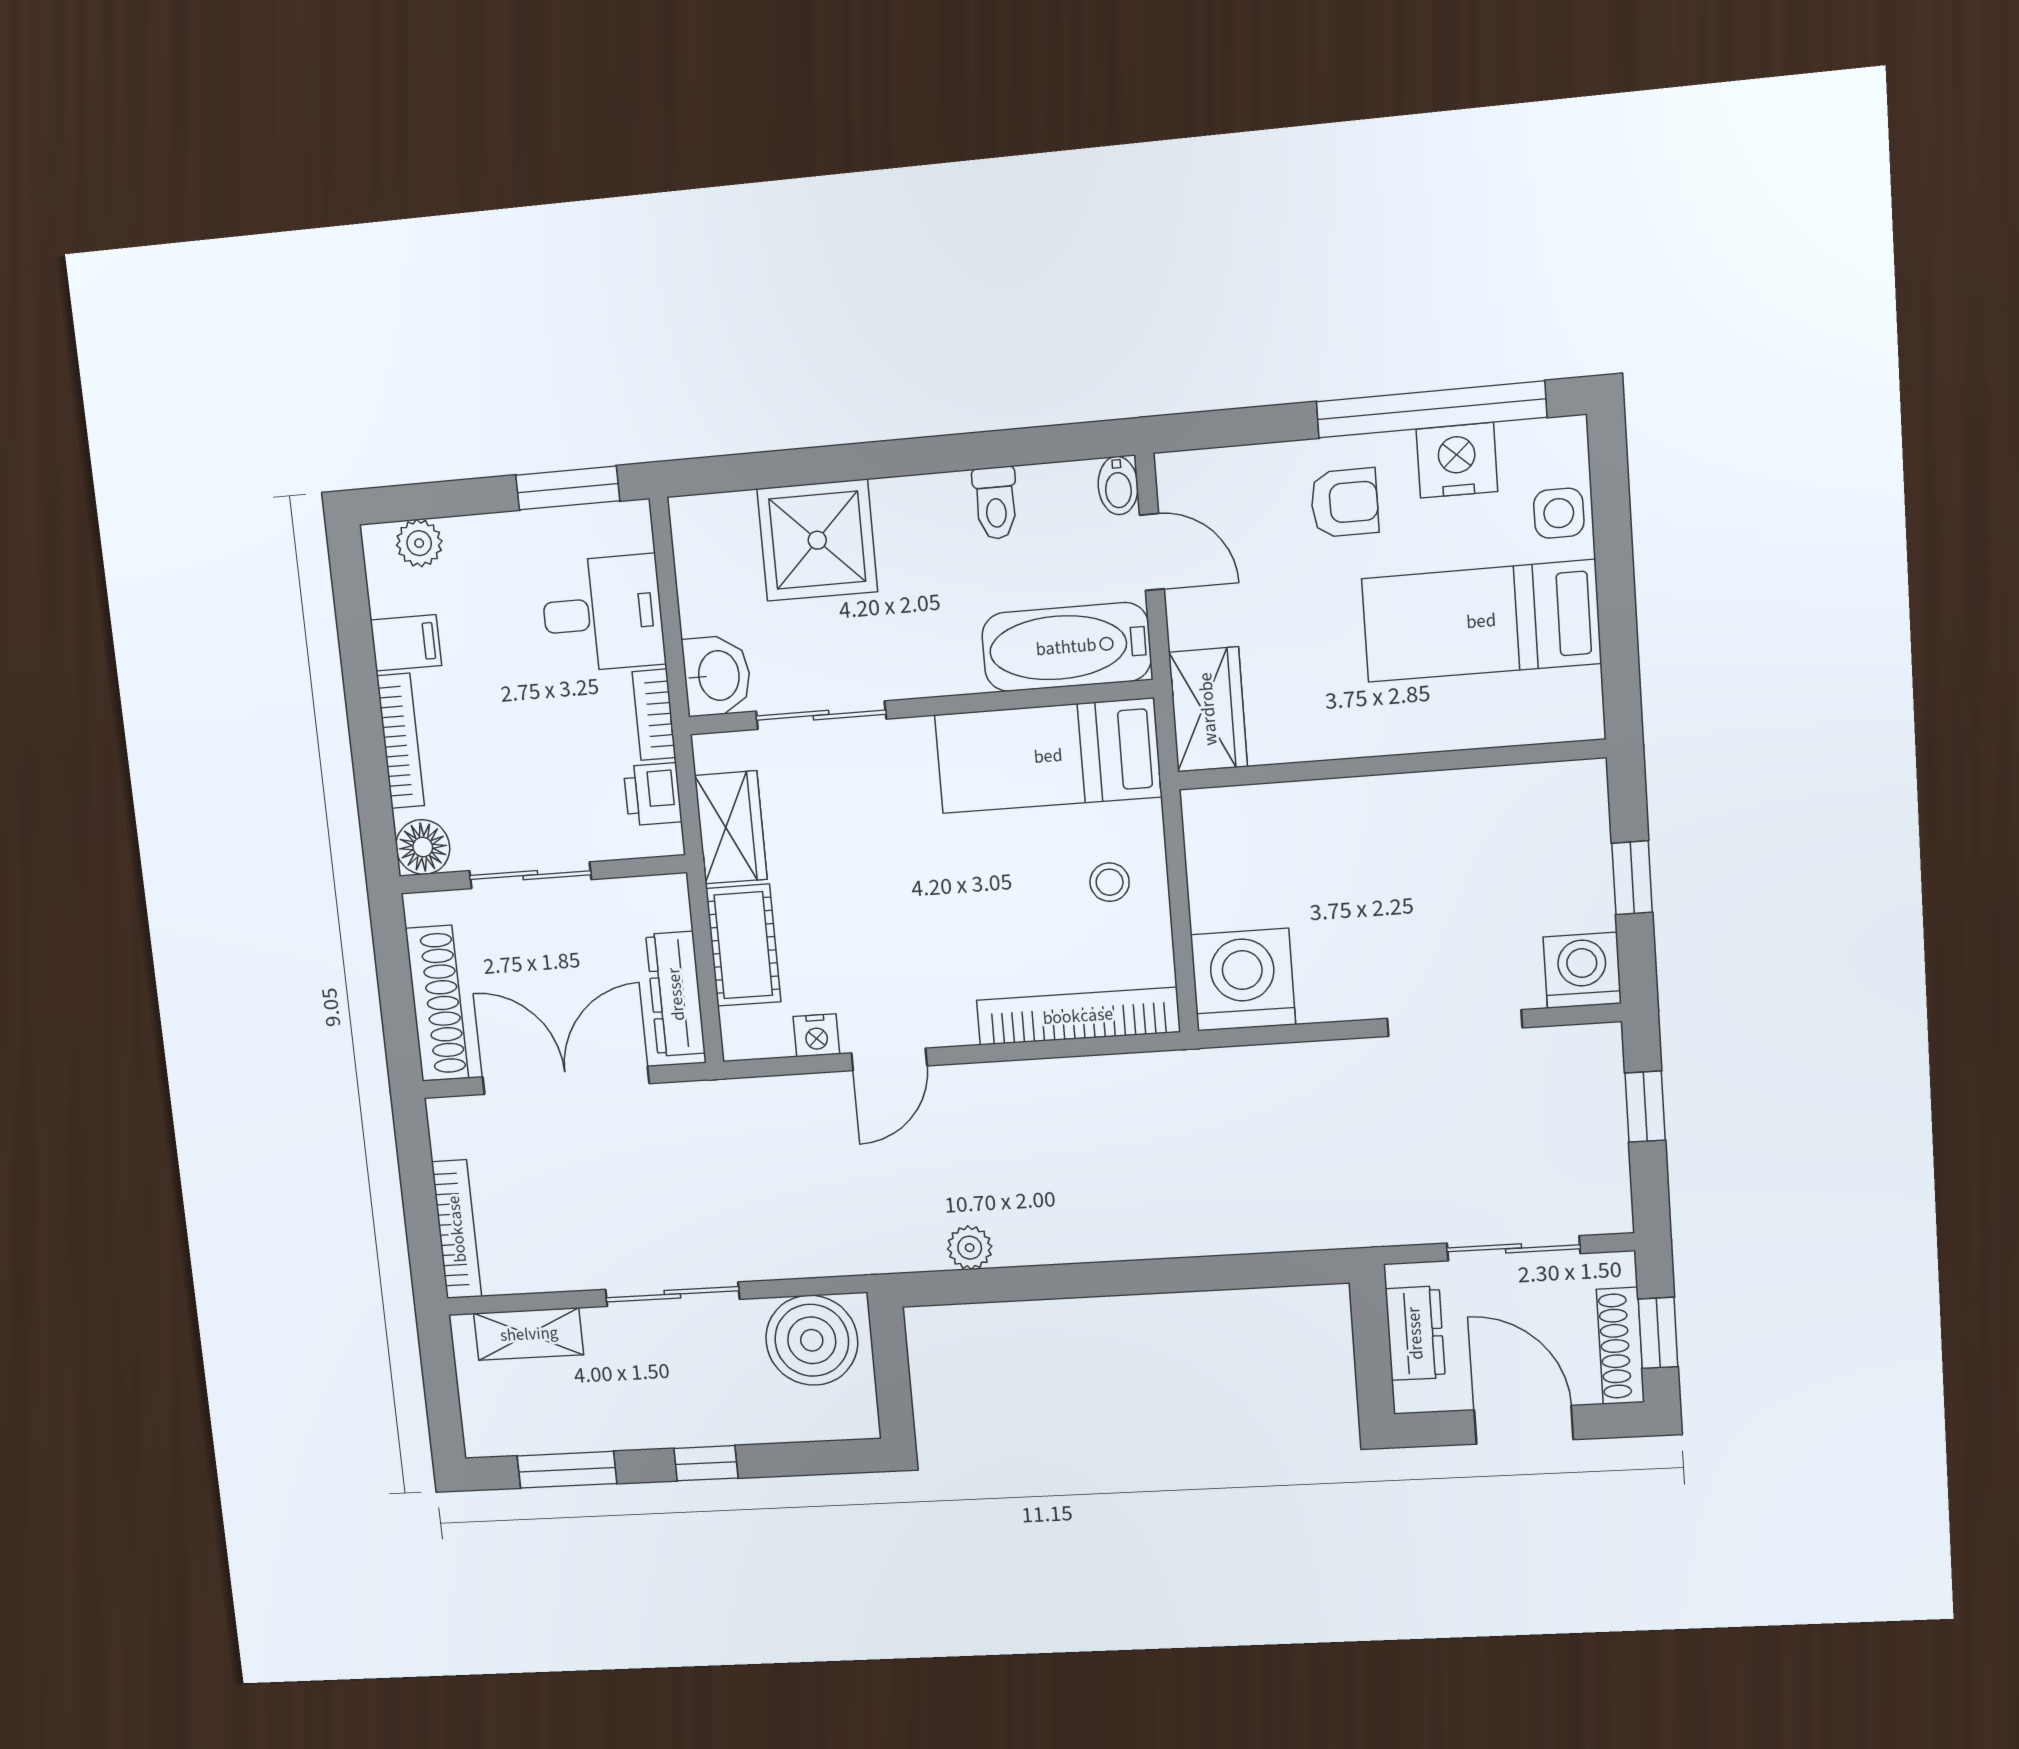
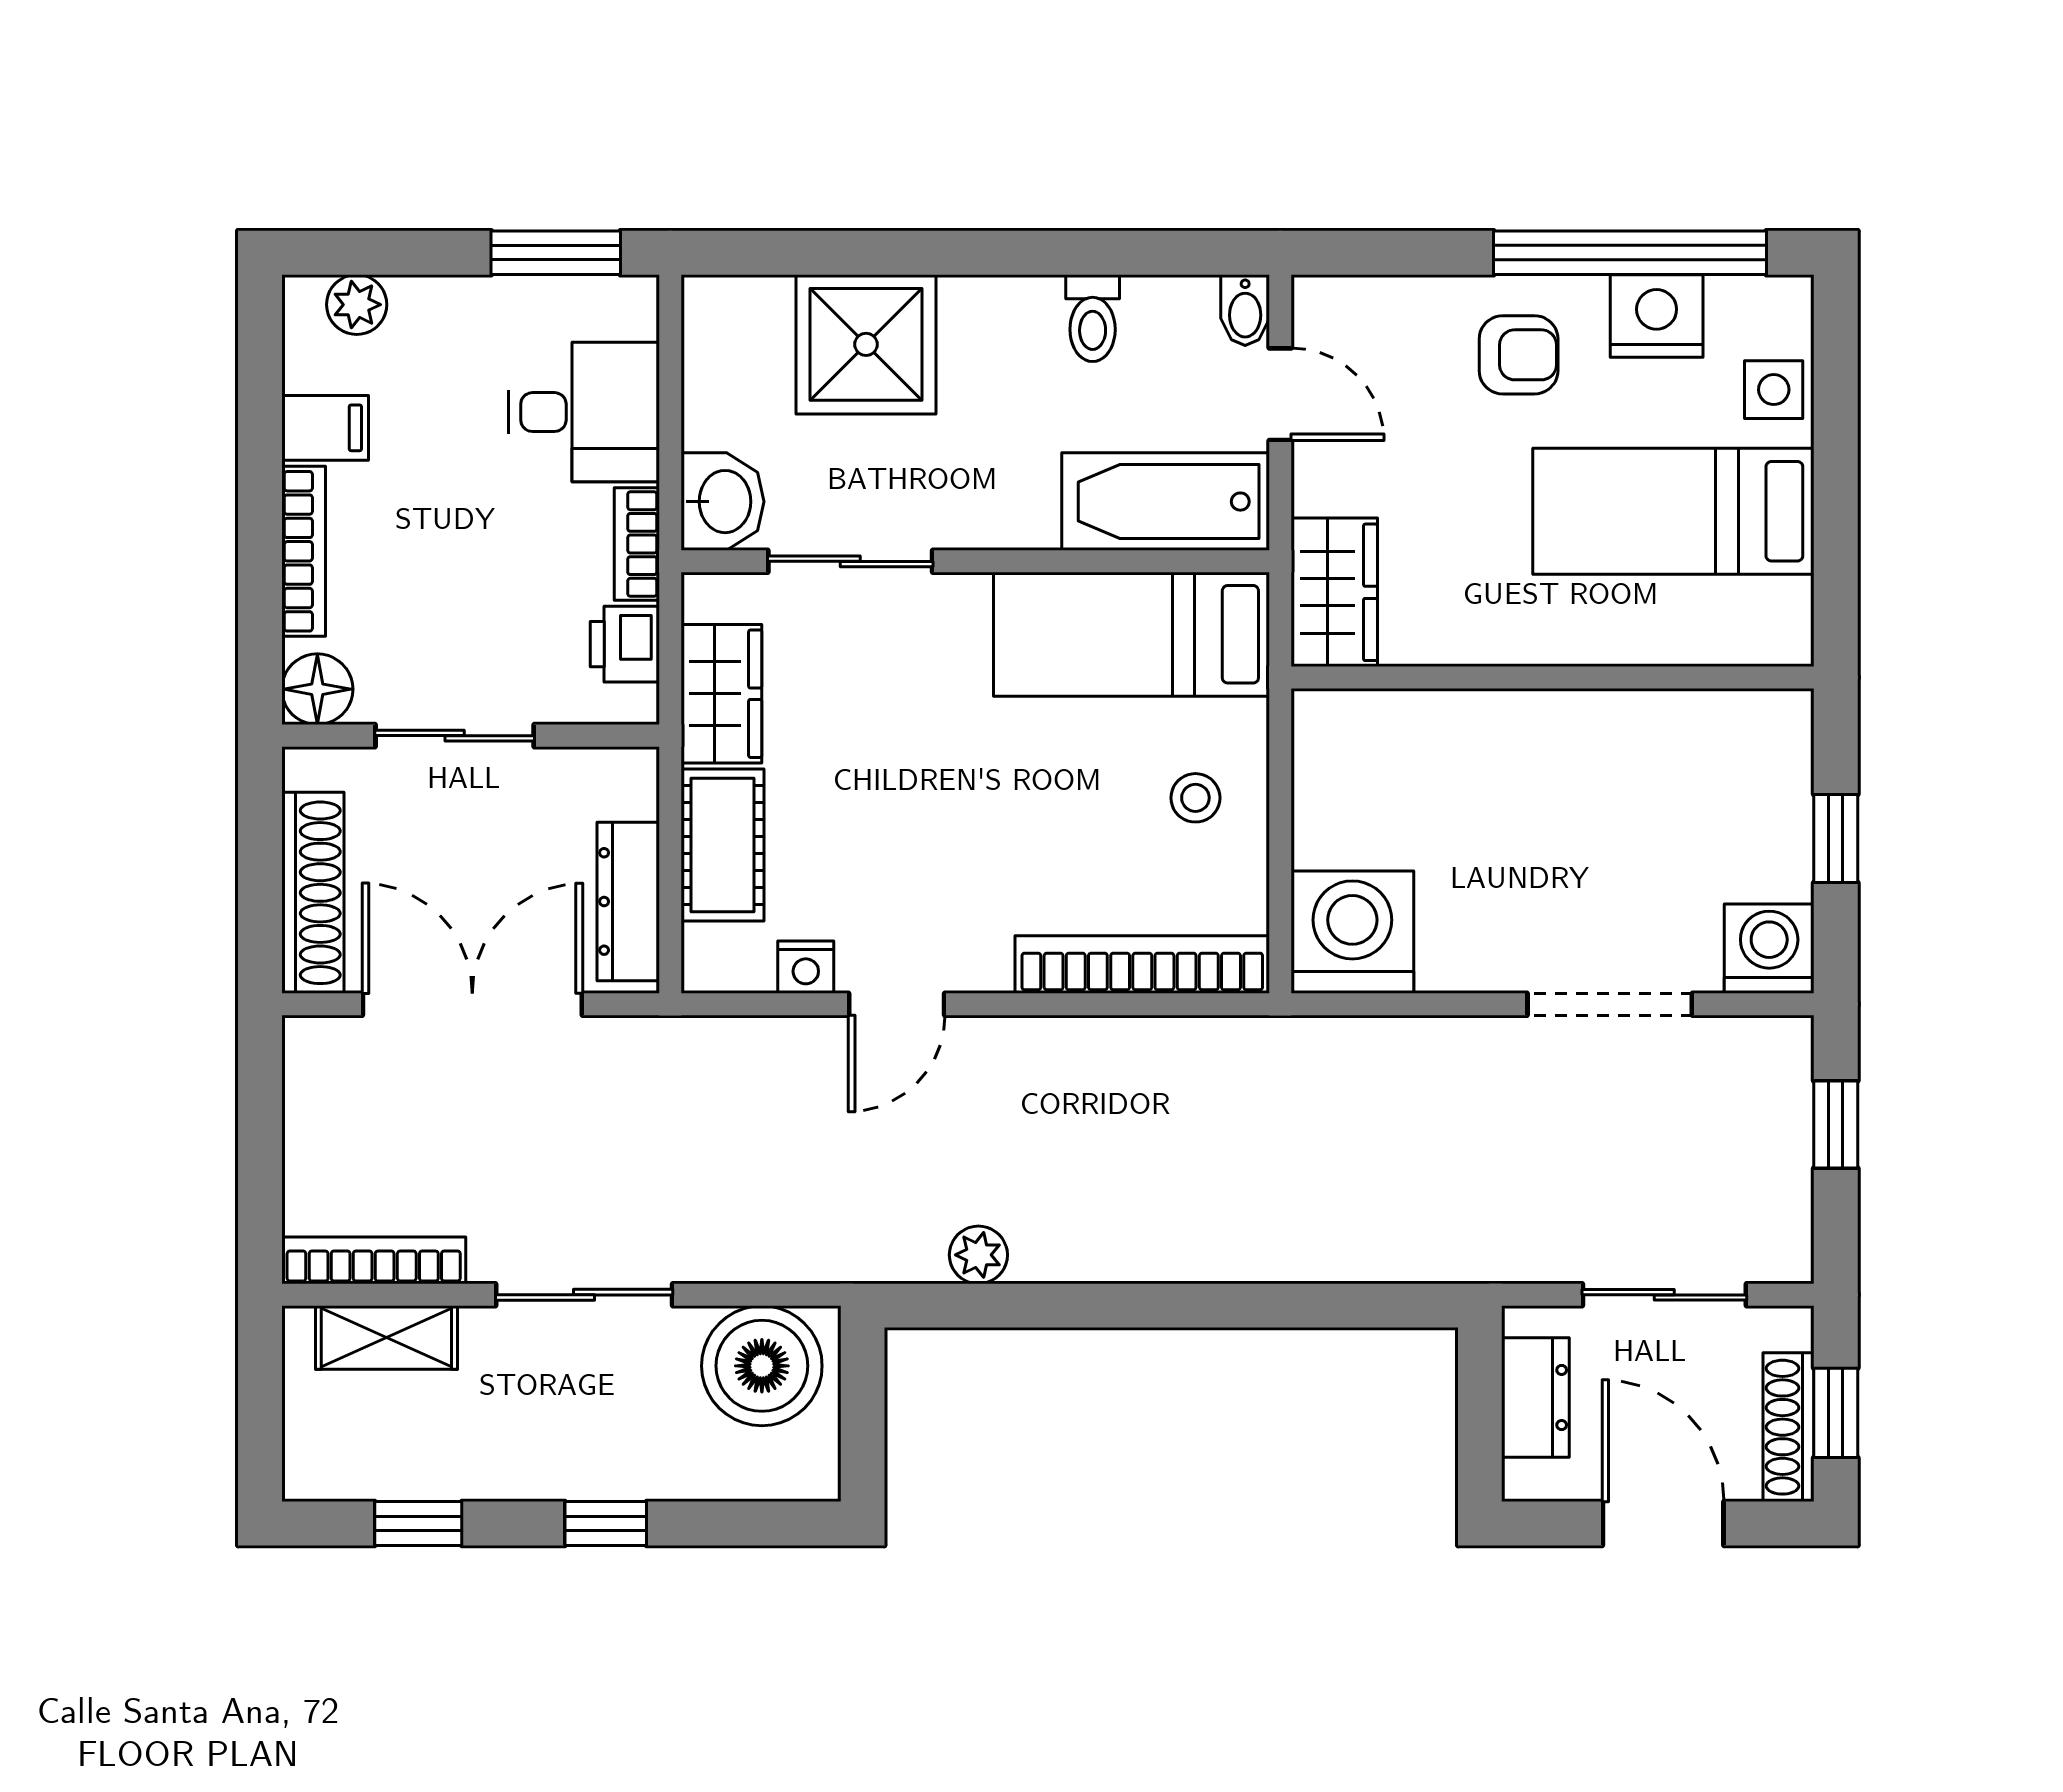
bookcase: (457, 1229) -> (374, 1260), moved, turned -90
window: (567, 1470) -> (418, 1523), width x0.67

